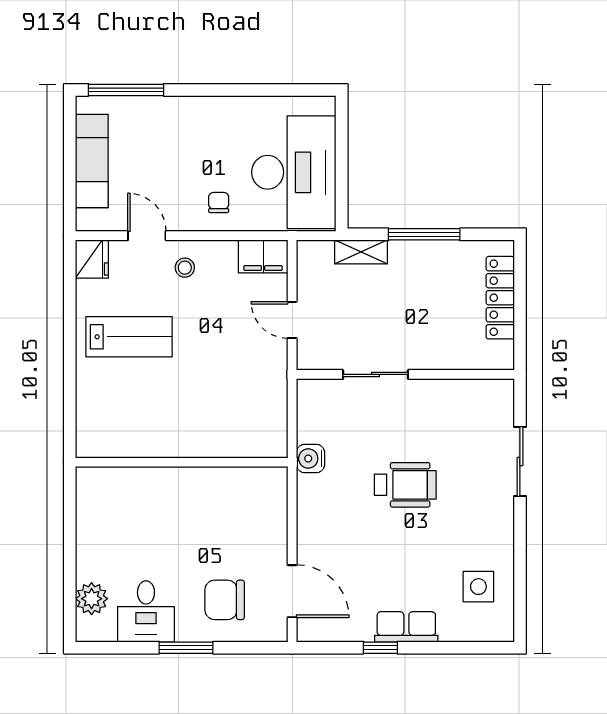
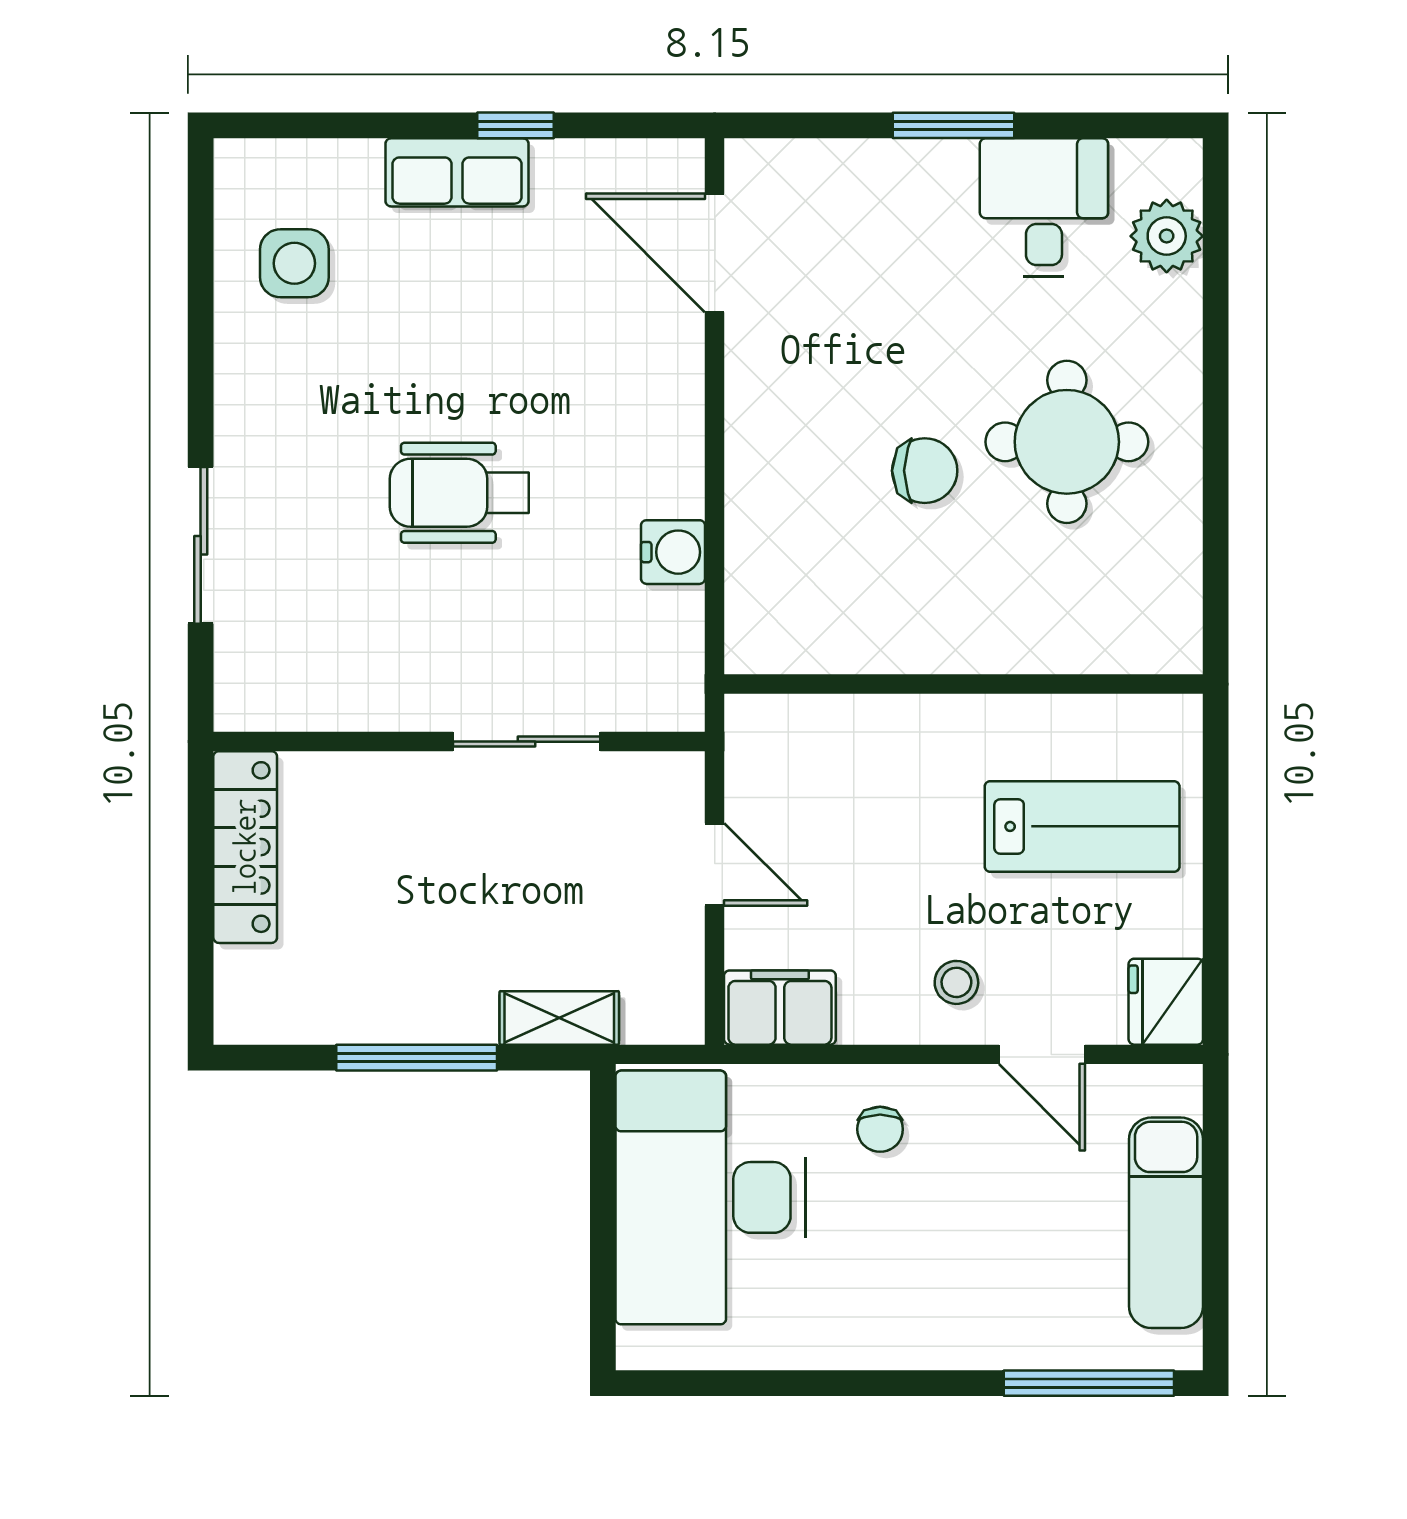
locker: (500, 298) -> (245, 847), moved
lab bench: (129, 337) -> (1082, 826), turned 180
wall: (182, 462) -> (964, 684), moved
round table: (136, 507) -> (1067, 442), added
chair: (225, 600) -> (925, 471), moved, width x0.73, depth x0.73

